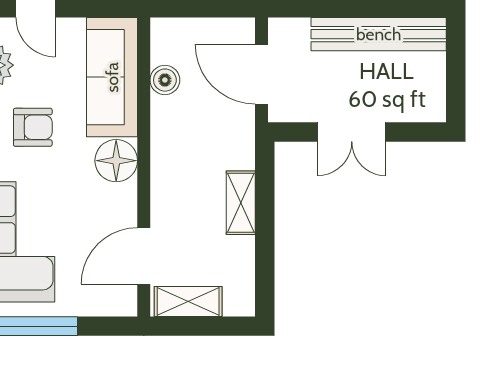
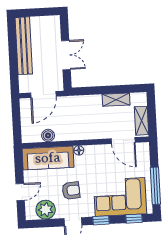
armchair: (33, 127) -> (71, 191), turned 86
floor lamp: (116, 161) -> (79, 150), width x0.53, depth x0.53
shelving: (241, 203) -> (116, 100), moved

